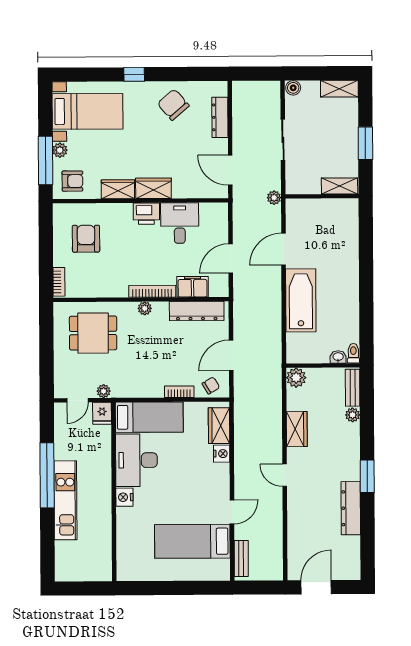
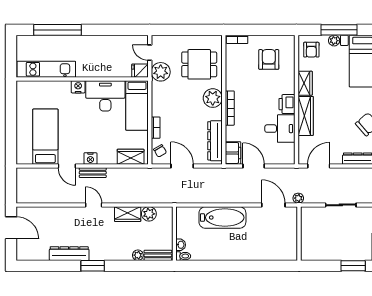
window: (365, 143) -> (353, 266), moved
window: (45, 160) -> (339, 30), moved
shelving: (339, 186) -> (307, 246), removed
wardrobe: (153, 188) -> (306, 116), width x1.50
armchair: (86, 239) -> (269, 59), turned -90
door: (283, 249) -> (273, 205), moved
filing cabinet: (193, 287) -> (233, 153), moved
plant: (145, 308) -> (213, 98), width x1.88, depth x1.88
dining table: (93, 333) -> (199, 64), turned 90
plant: (296, 378) -> (149, 214), moved
plant: (104, 391) -> (161, 72), width x1.87, depth x1.87
nightstand: (222, 454) -> (90, 159), moved
window: (47, 475) -> (58, 30), moved
door: (285, 475) -> (94, 205), hinge flipped
kitchen unit: (65, 500) -> (46, 69), moved, turned 180
bench: (241, 559) -> (93, 173), moved

